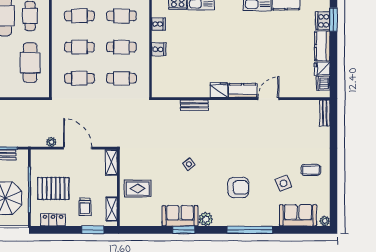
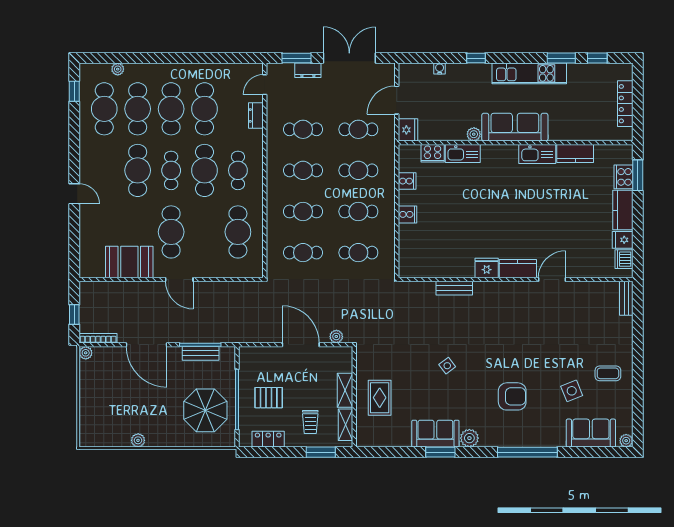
plant: (51, 142) -> (336, 336), moved
shelving: (111, 162) -> (345, 390), moved
pallet: (53, 188) -> (269, 398), width x0.67, depth x0.71
rug: (138, 188) -> (380, 398), turned 90

